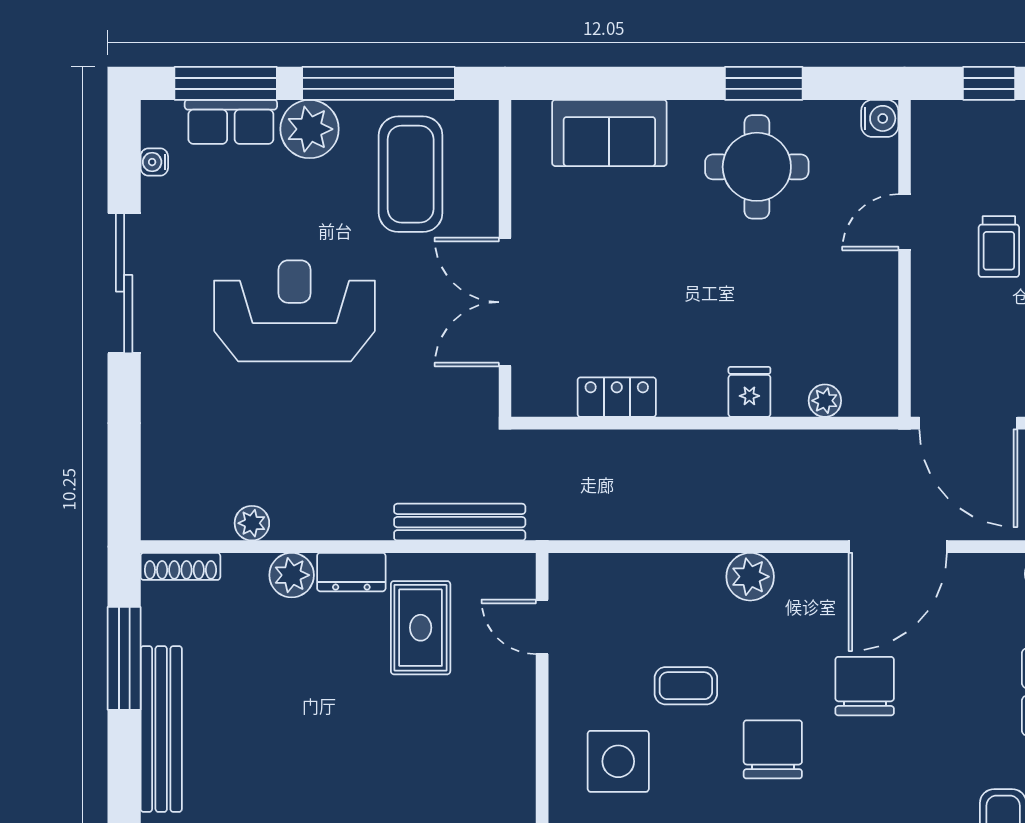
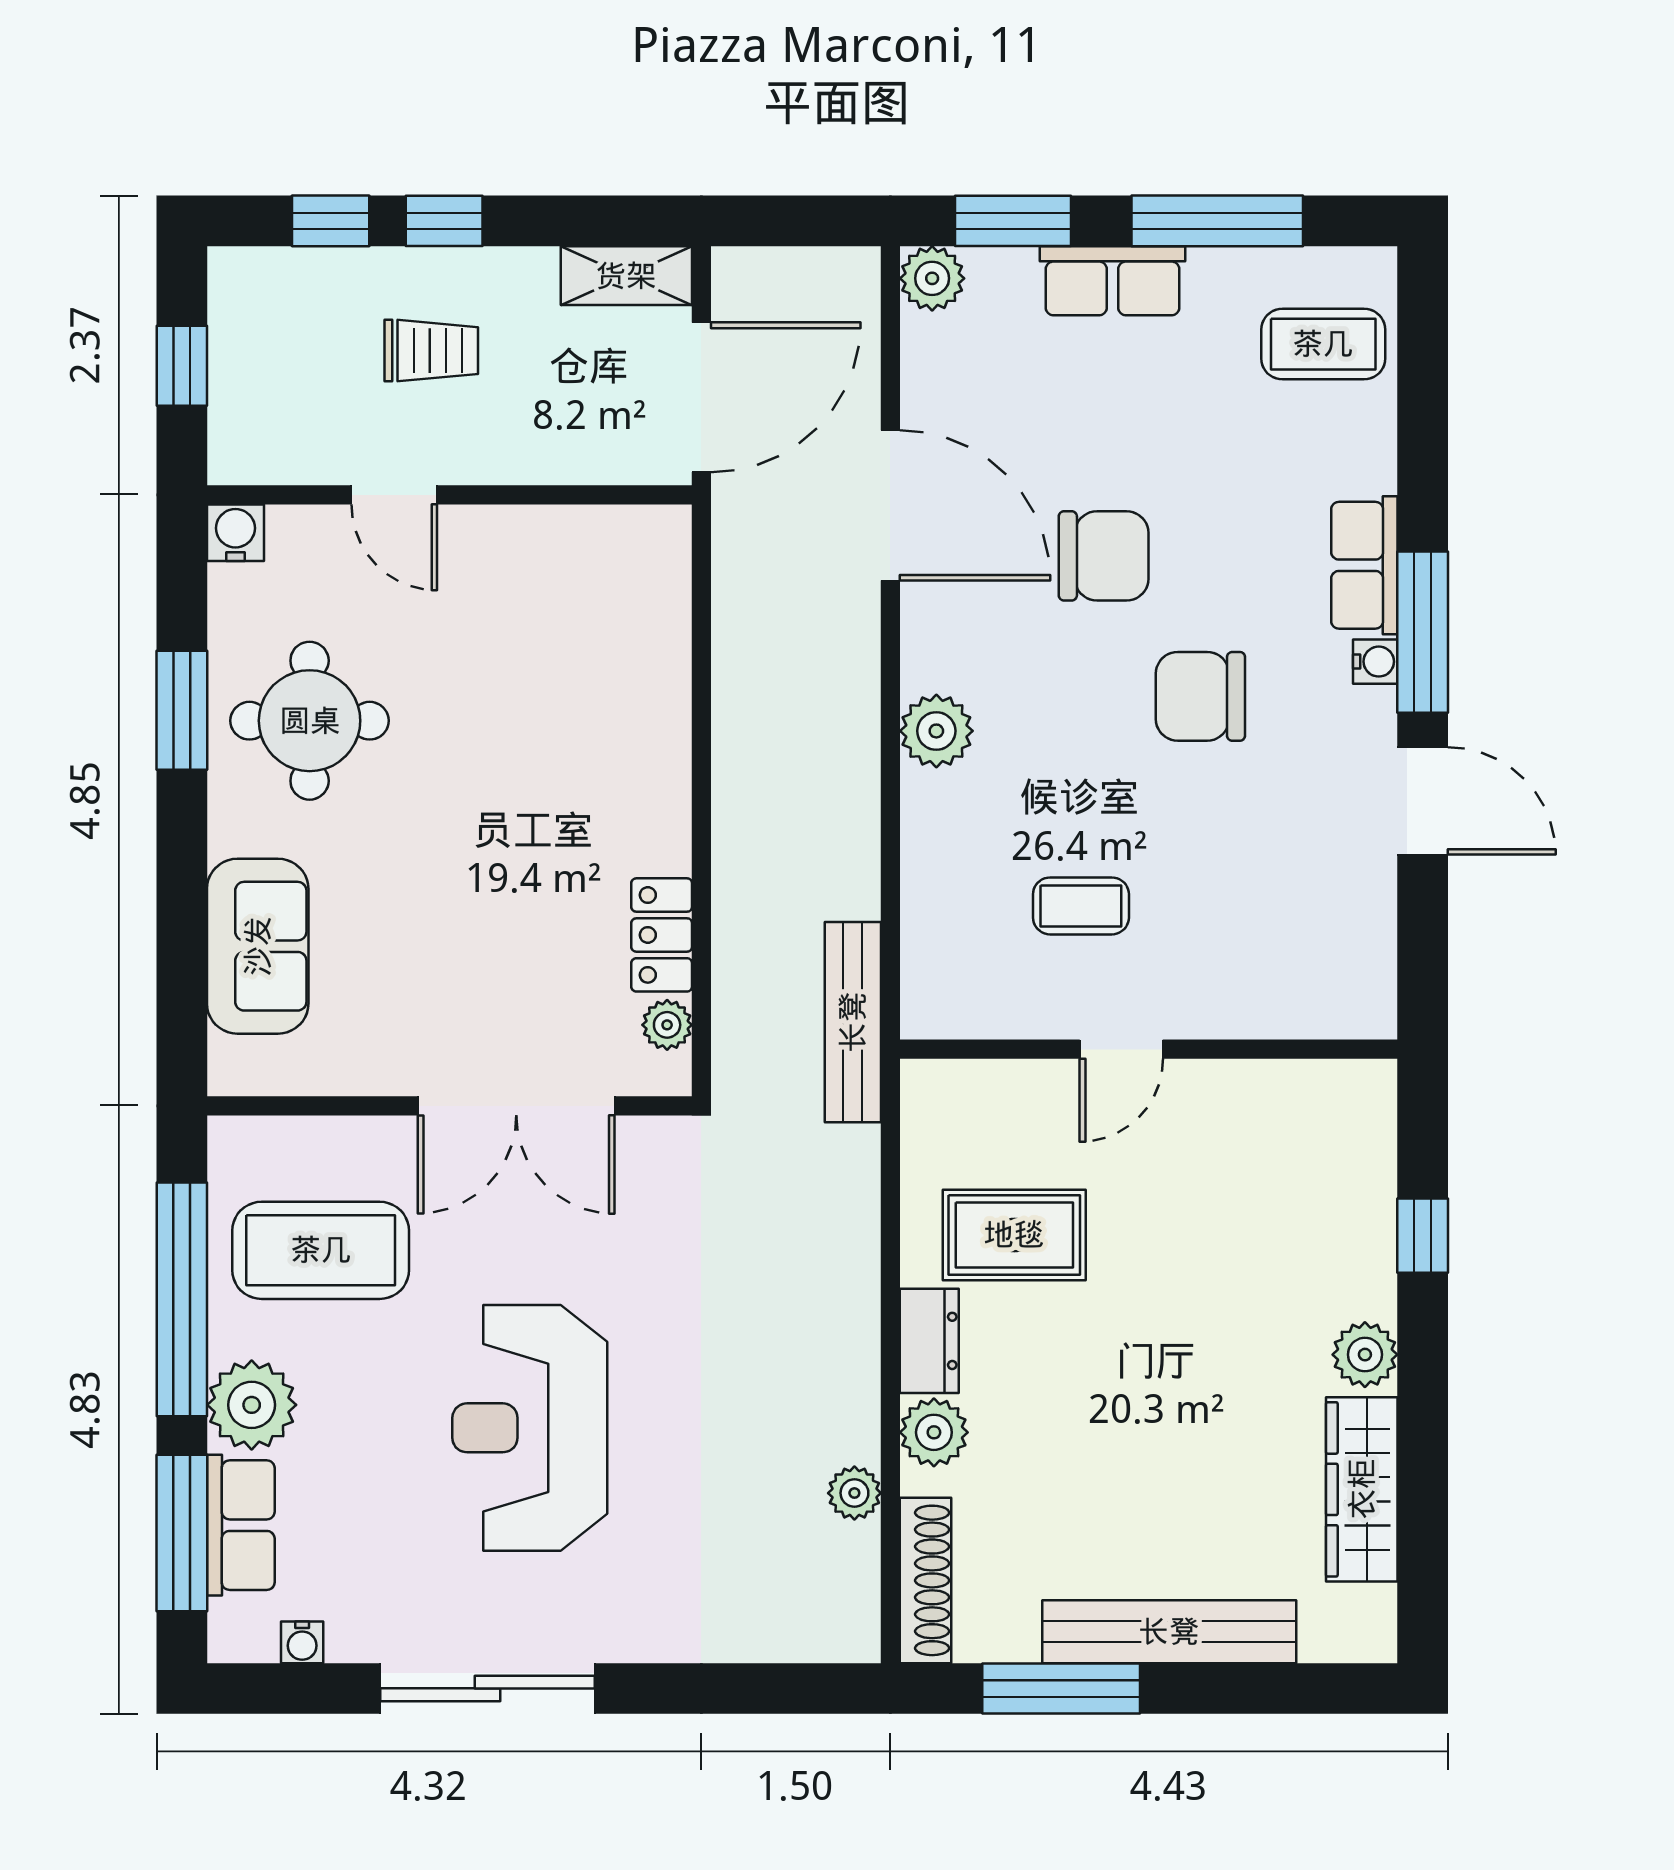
fridge: (749, 392) -> (654, 732), removed
plant: (825, 401) -> (667, 1025), moved
bench: (460, 522) -> (853, 1022), moved
shoe rack: (180, 566) -> (925, 1580), width x1.36, depth x1.24
door: (542, 627) -> (1121, 1049), moved
coffee table: (686, 686) -> (1081, 906), moved, turned 90
chair: (865, 686) -> (1104, 556), turned 180
side table: (618, 761) -> (1219, 933), removed

